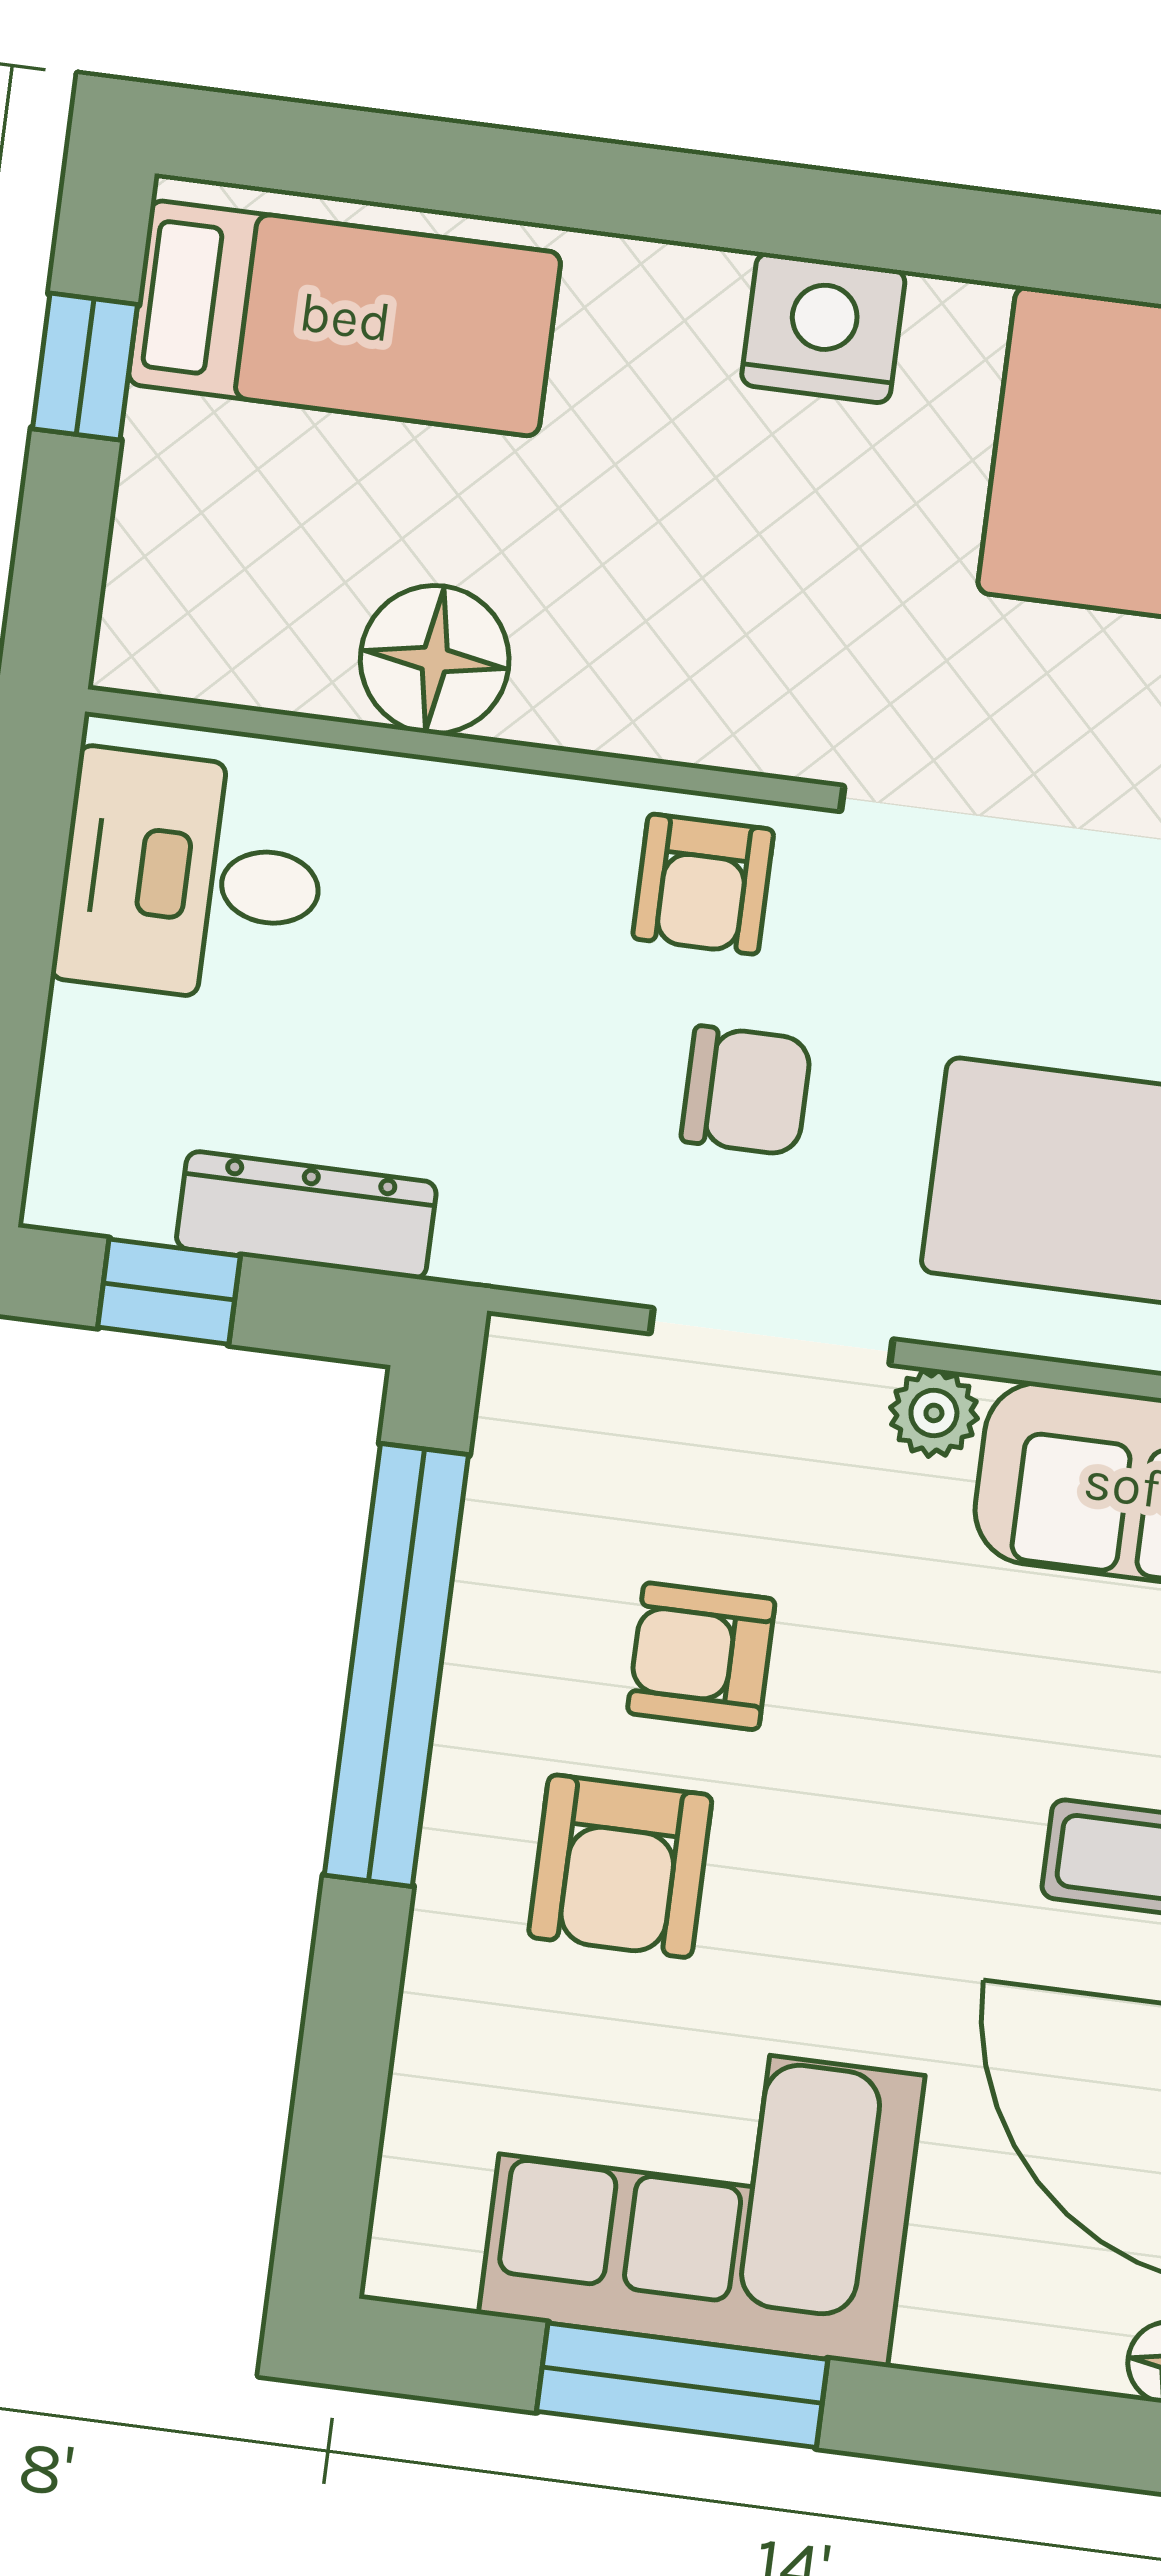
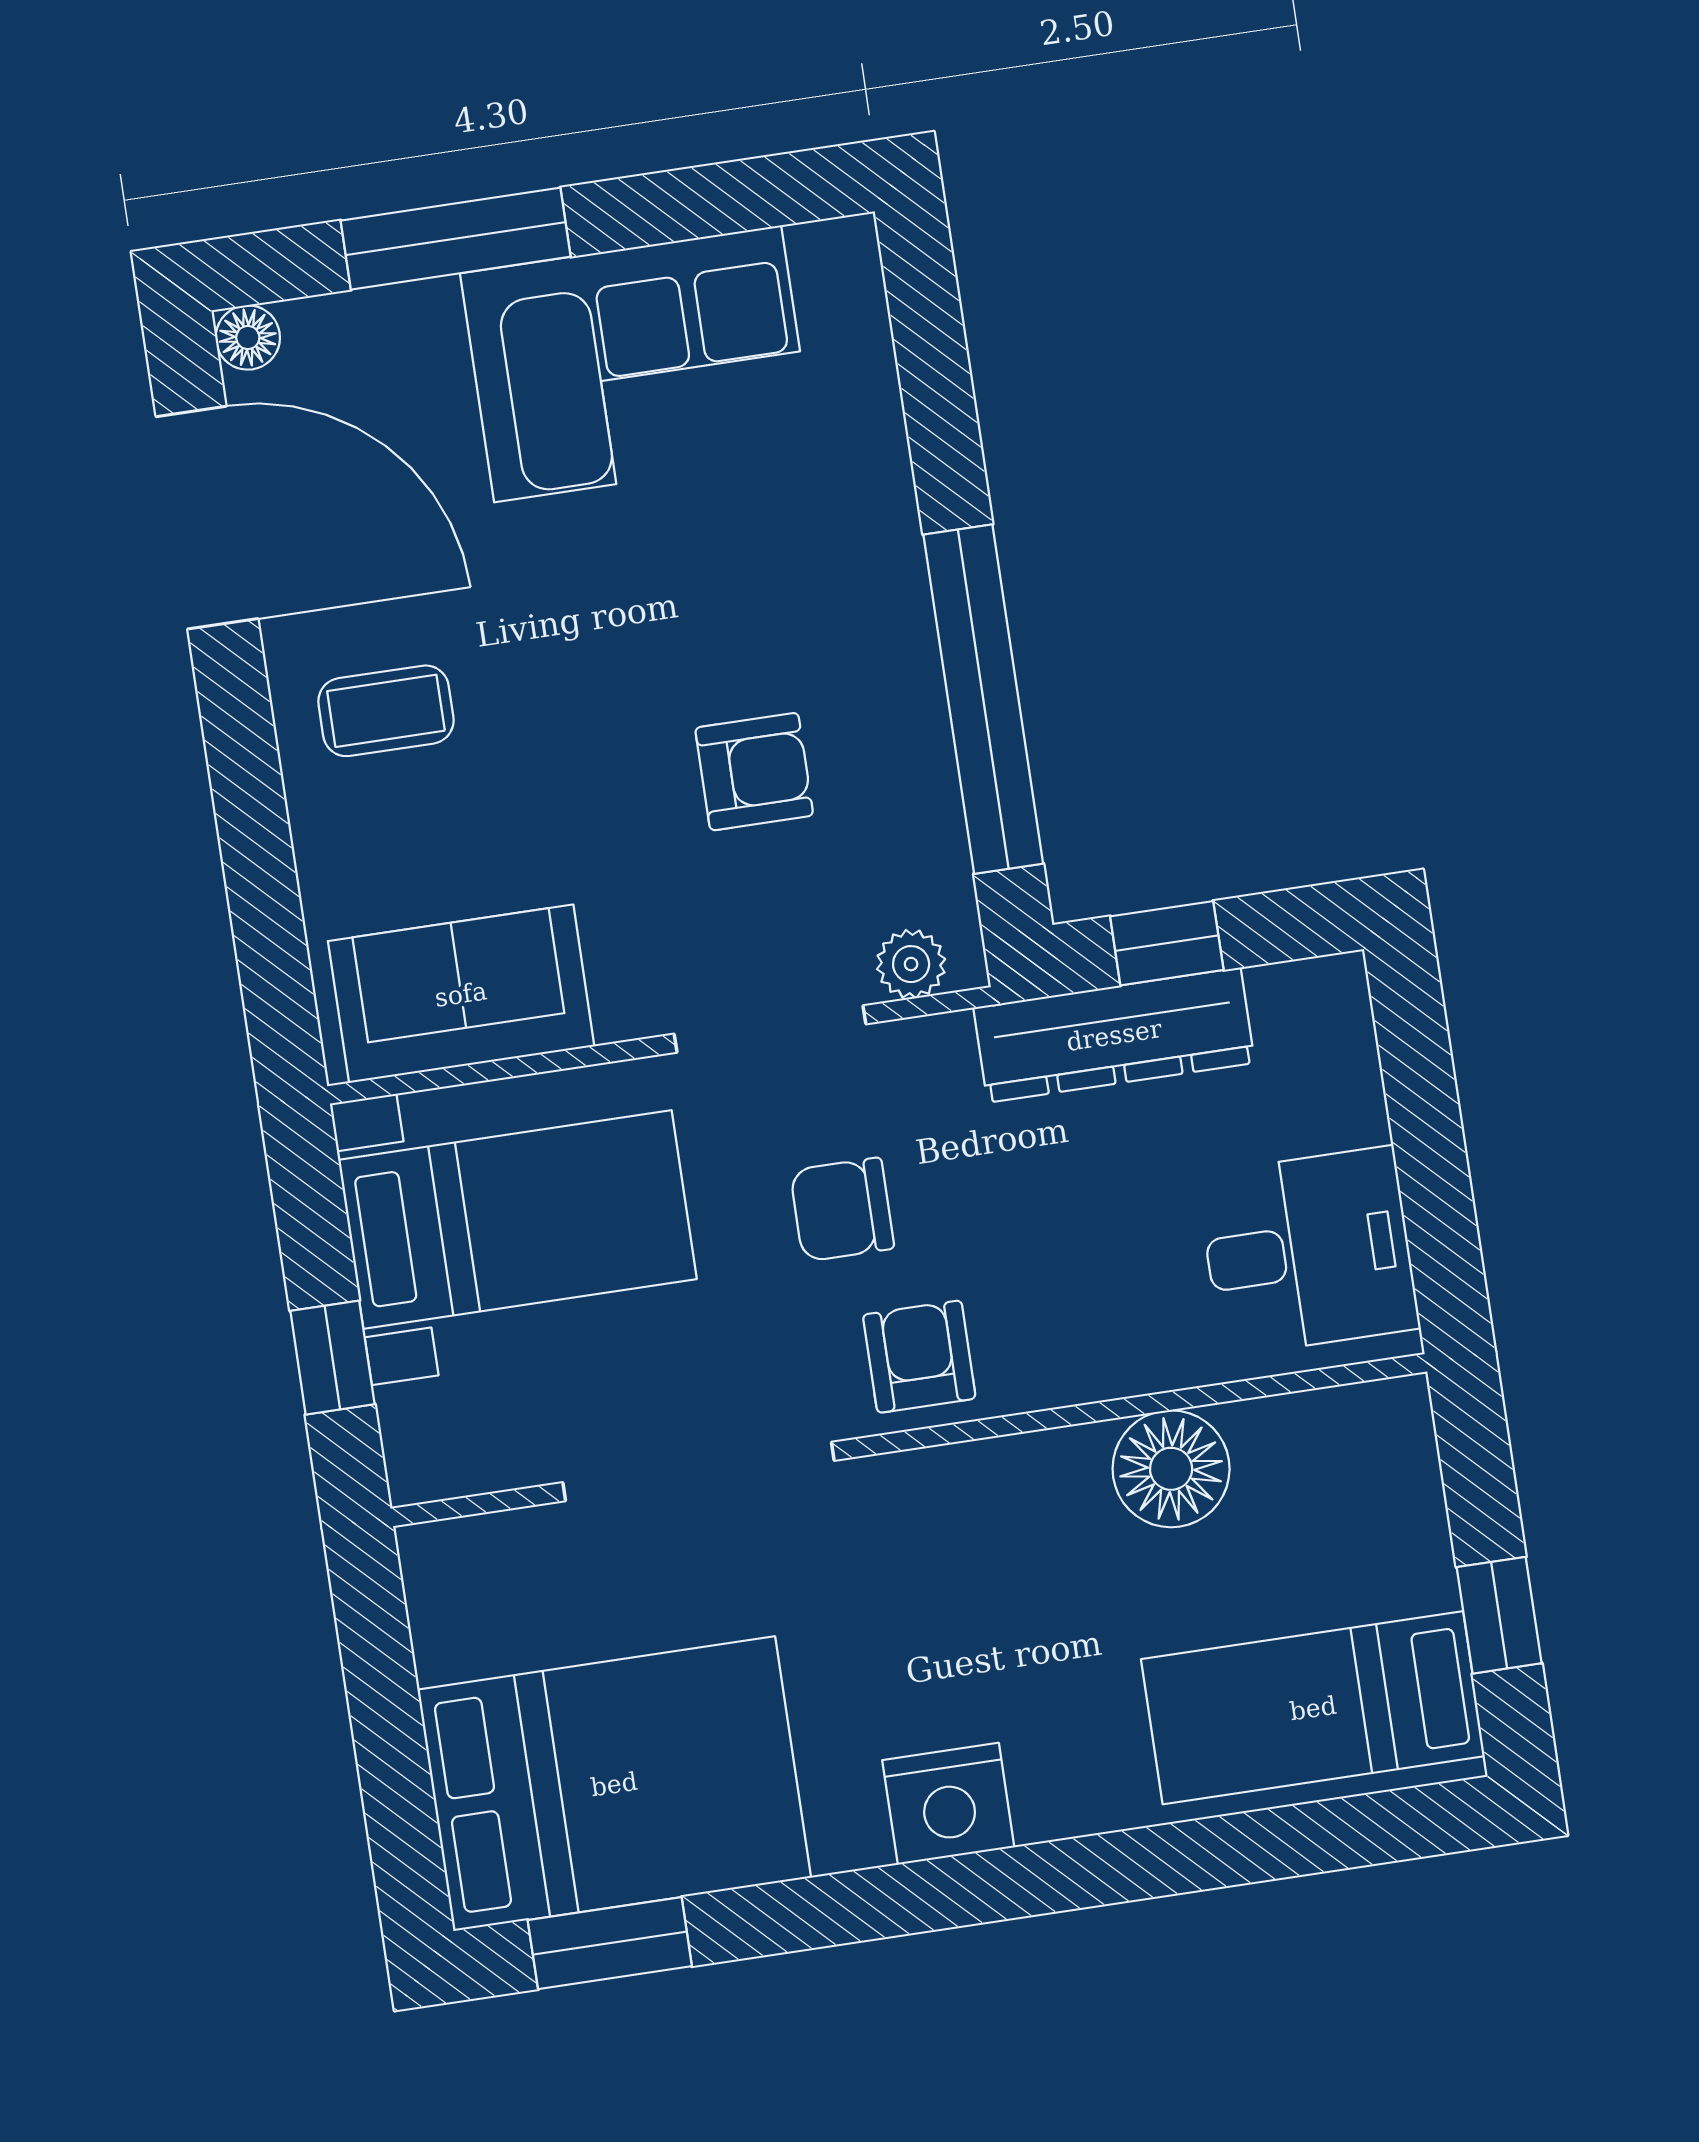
dresser: (306, 1215) -> (1114, 1035), width x1.37, depth x1.24
window: (169, 1292) -> (1167, 943), moved
plant: (934, 1413) -> (911, 964), moved
armchair: (620, 1866) -> (770, 595), removed
window: (682, 2385) -> (456, 239), moved

